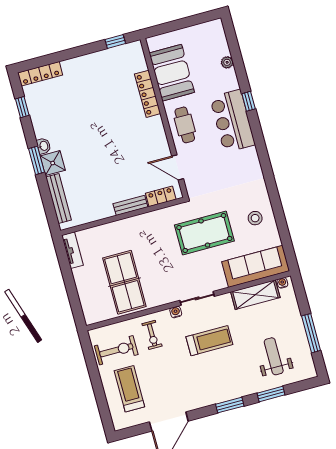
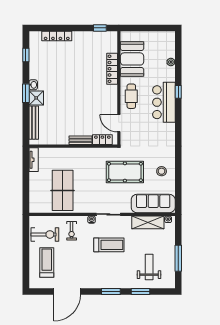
locker: (40, 74) -> (57, 36), moved

